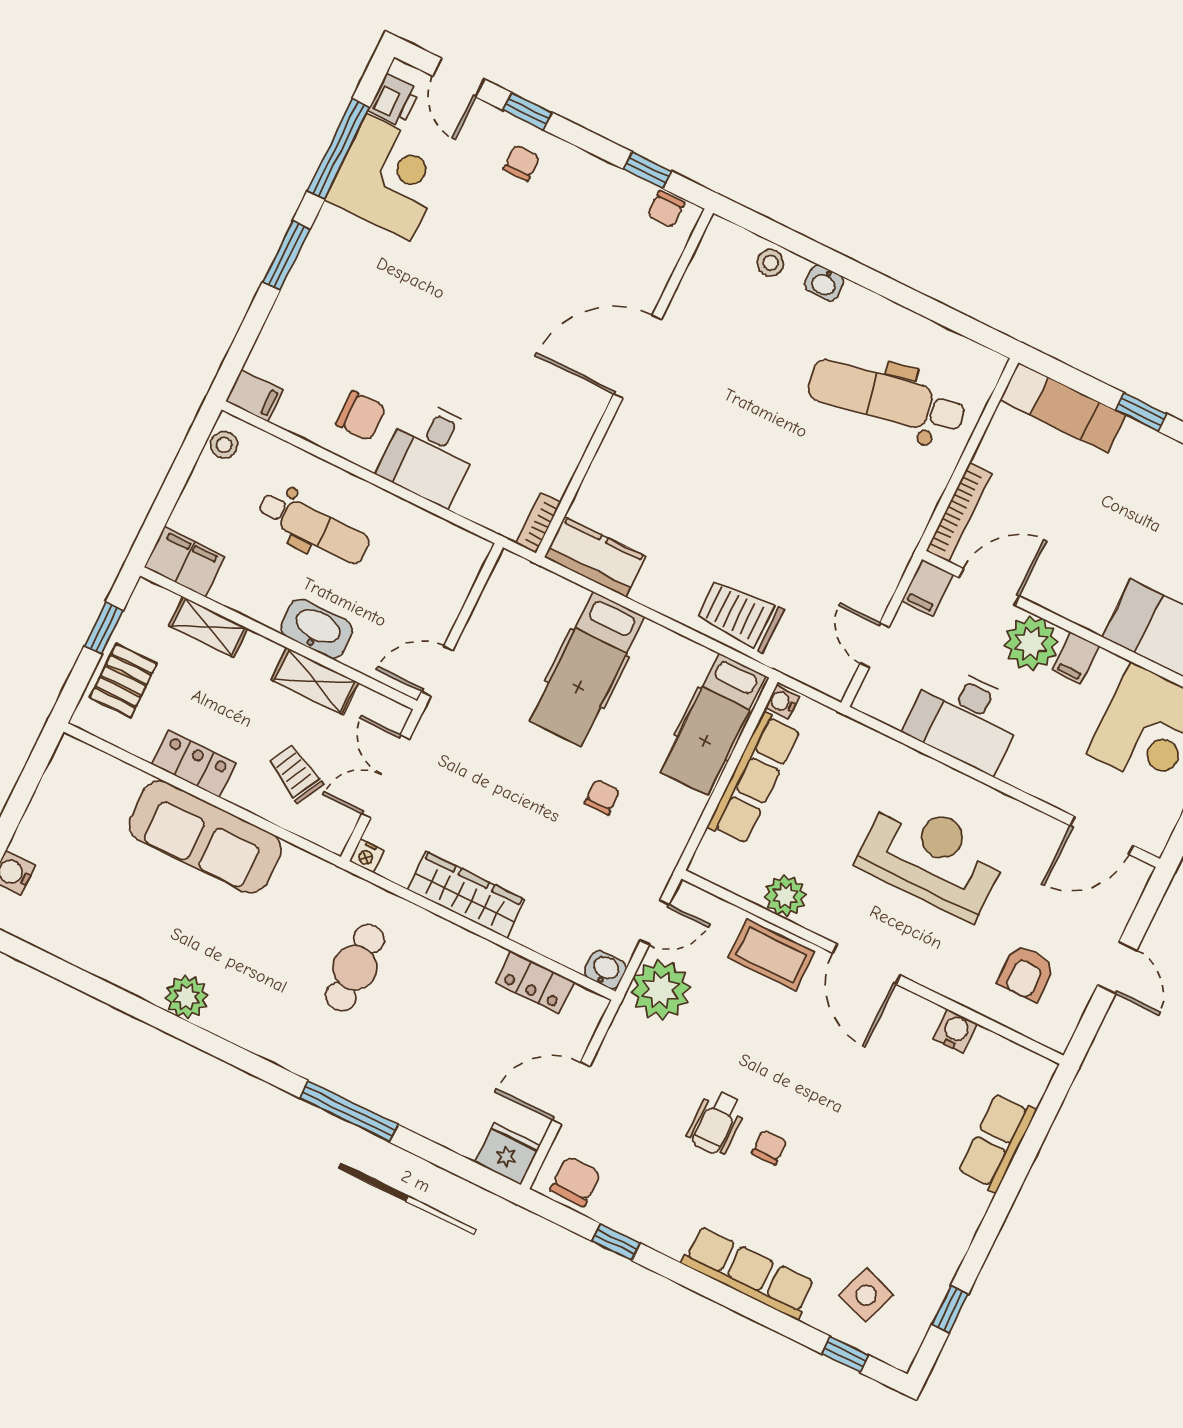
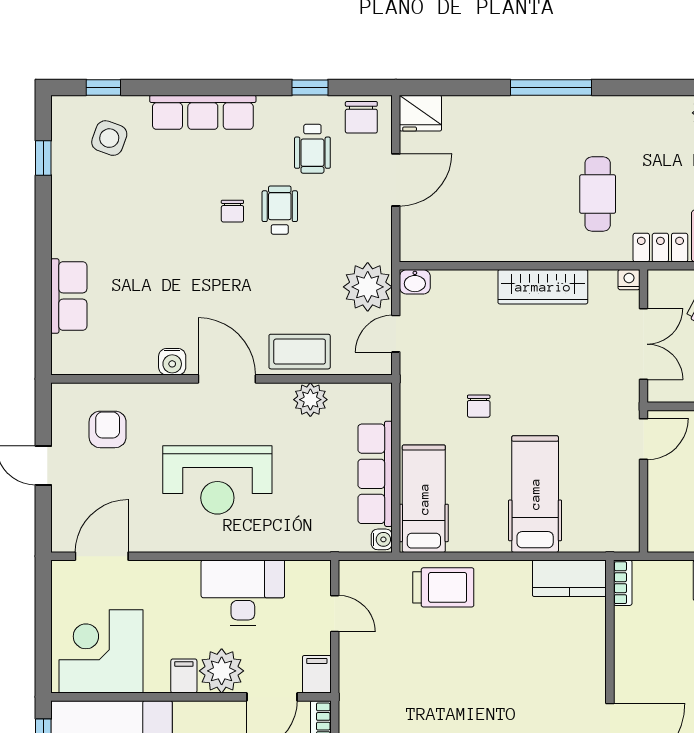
locker: (535, 982) -> (660, 248), moved
water cooler: (955, 1031) -> (172, 362), moved
wheelchair: (647, 1173) -> (312, 149), added

